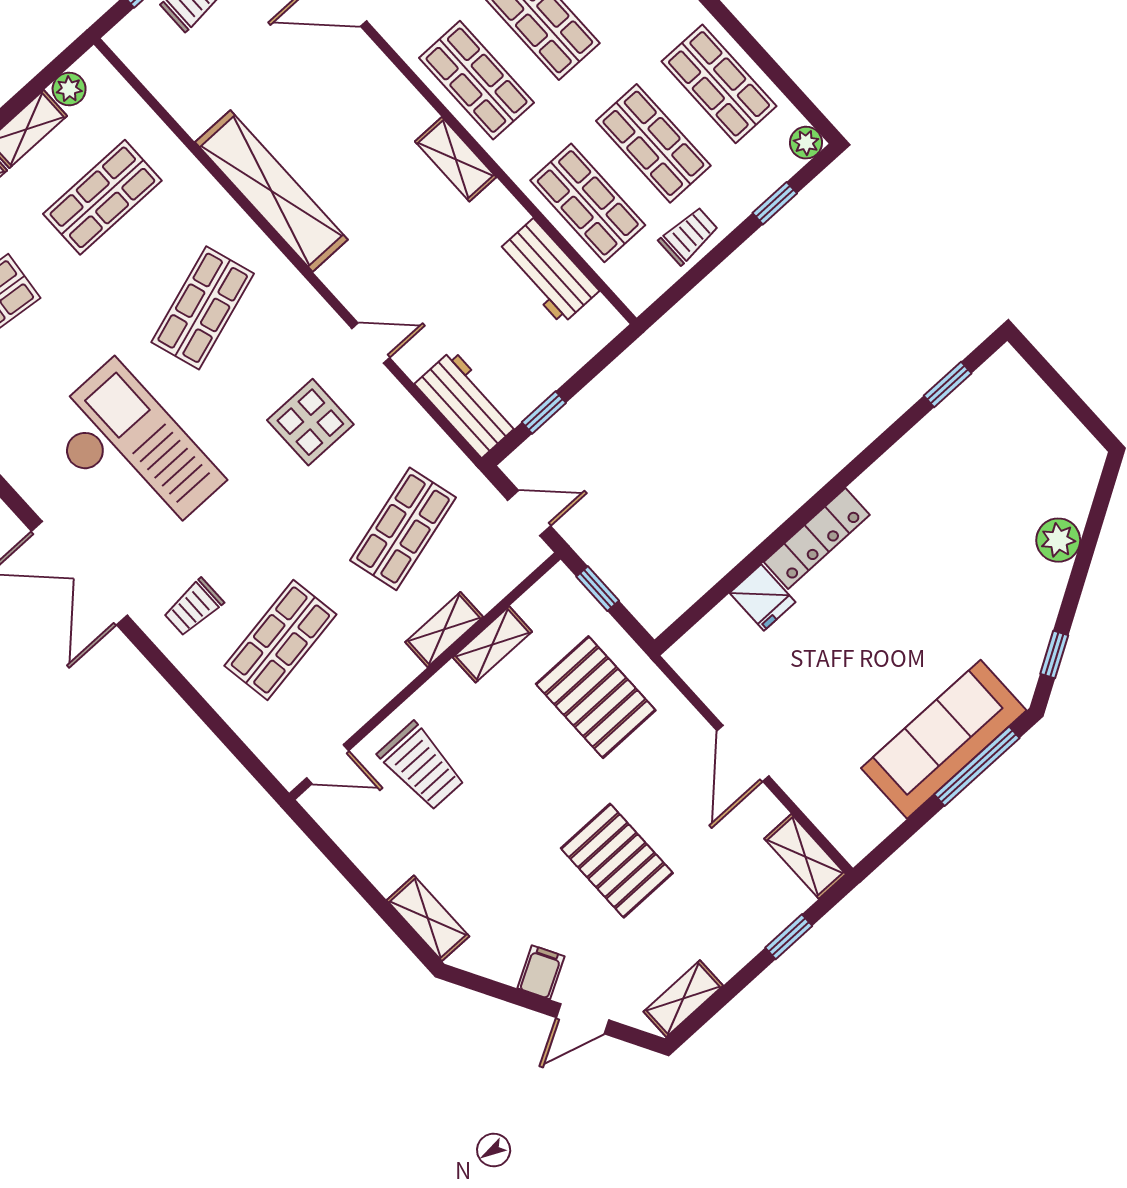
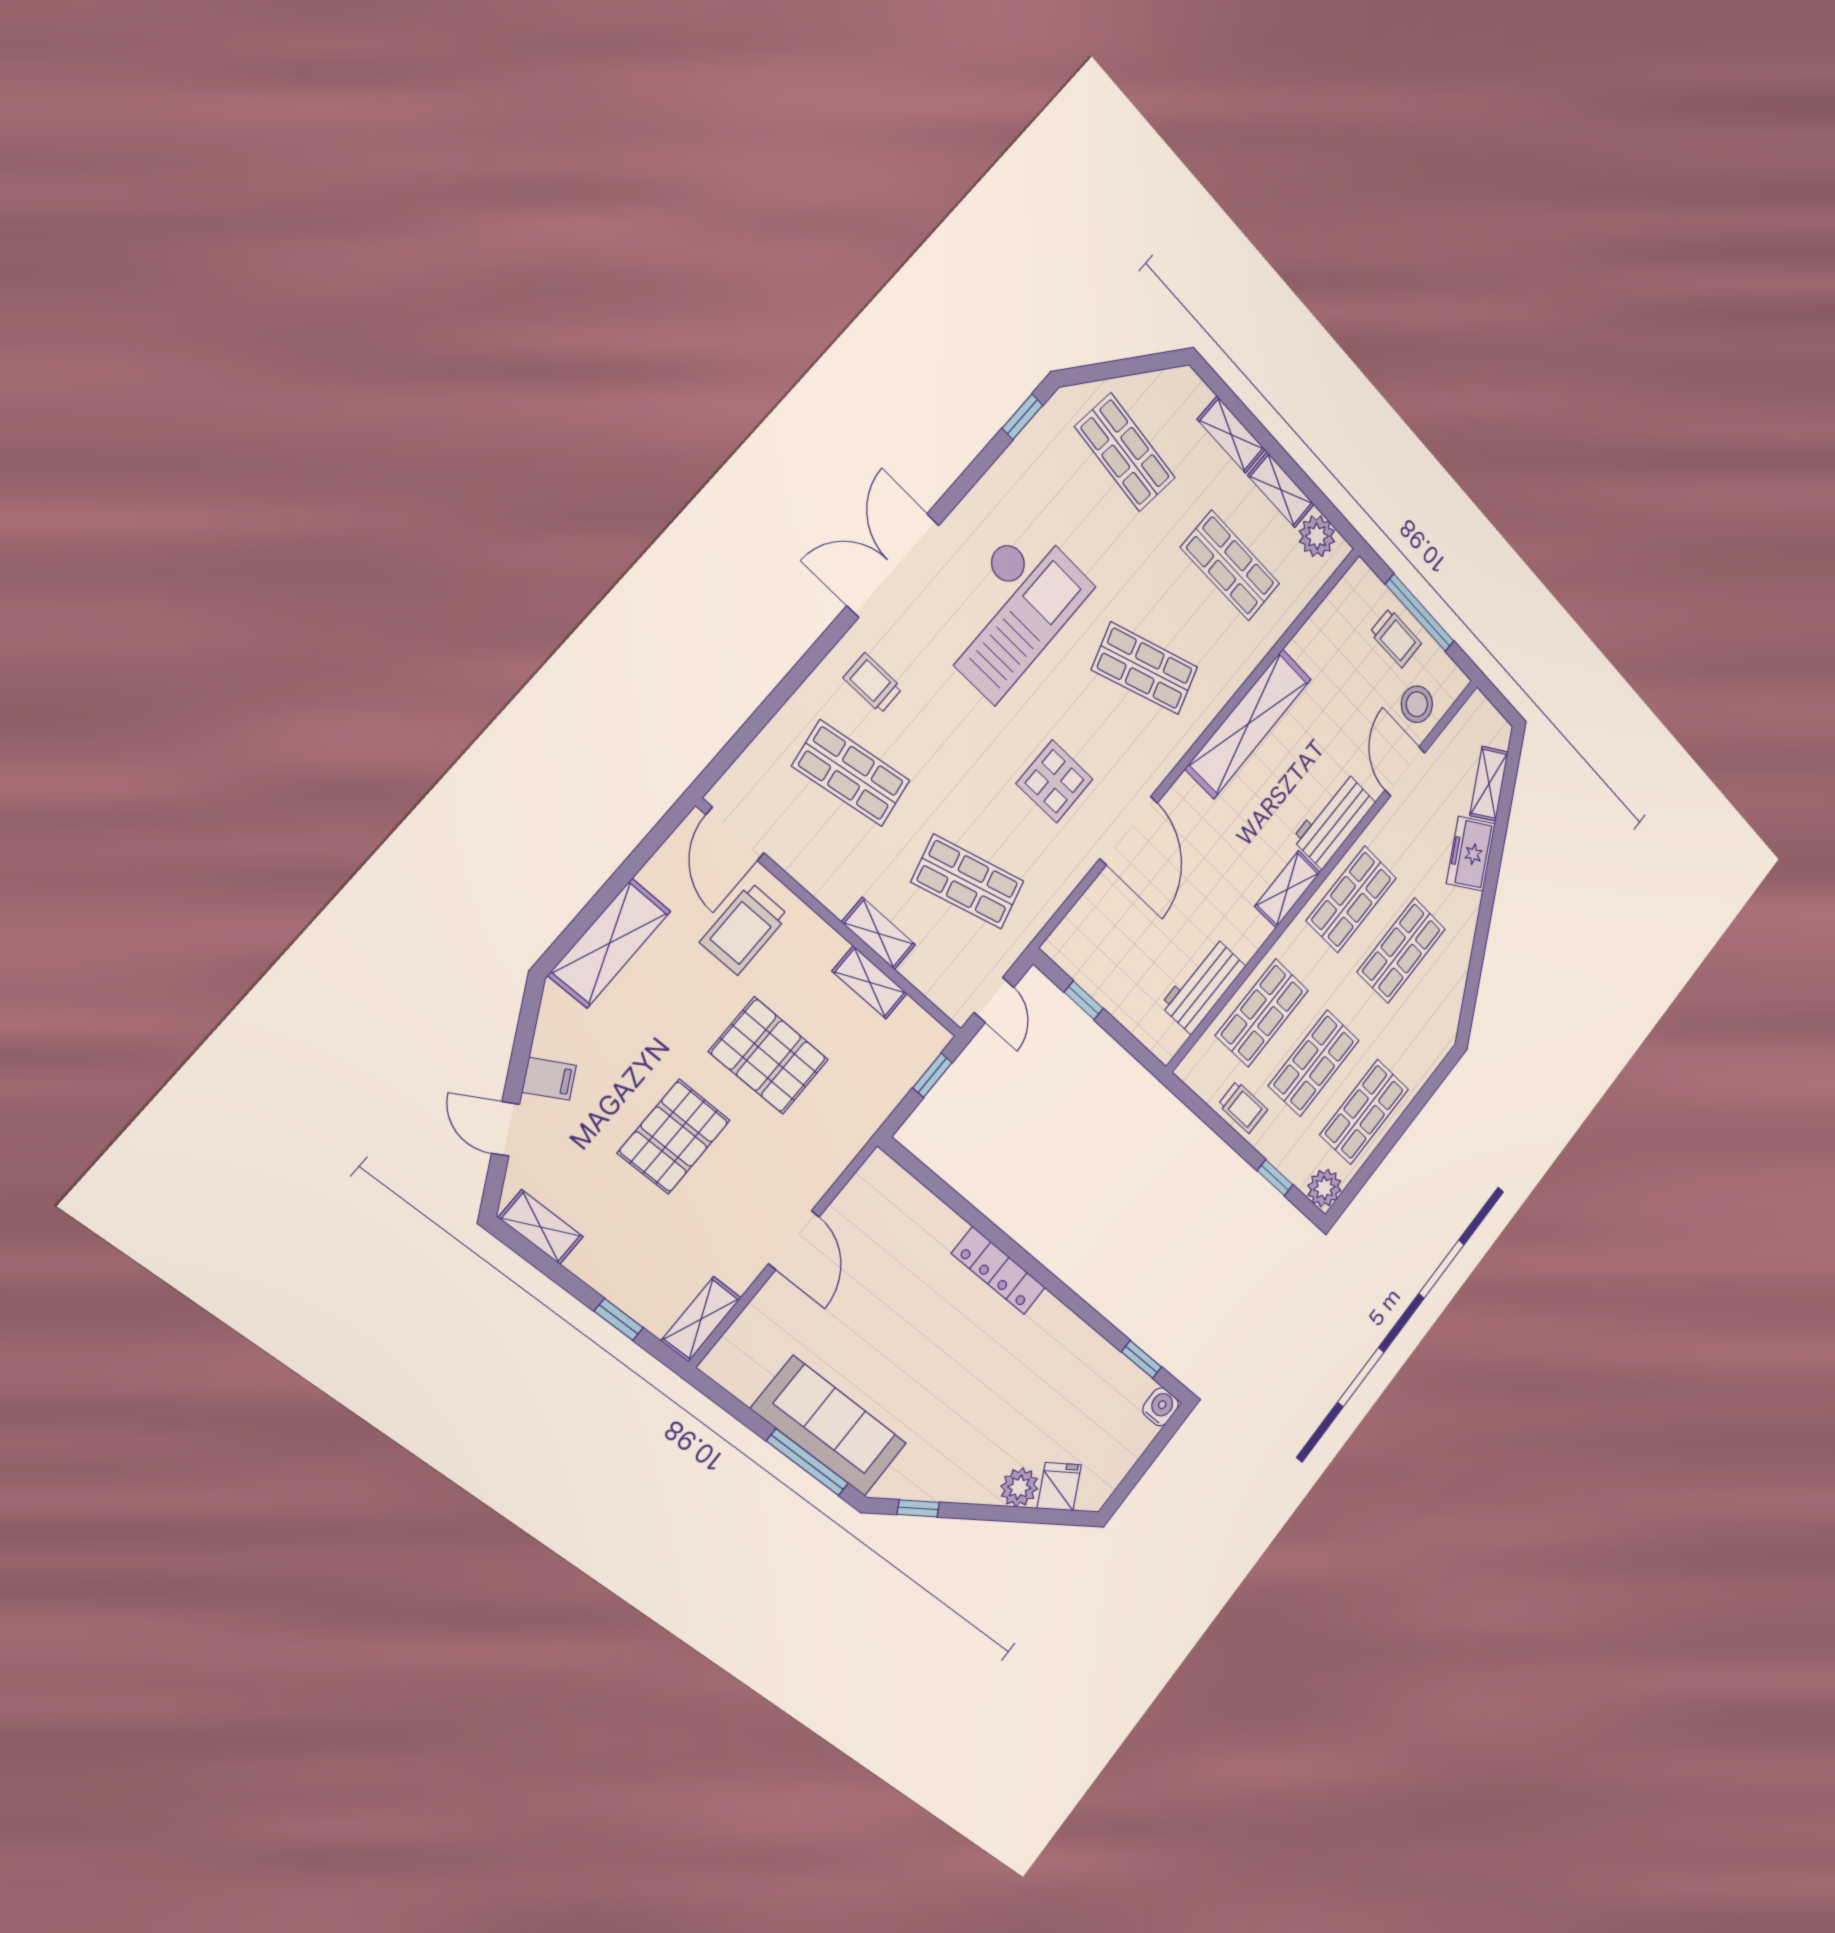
plant: (69, 89) -> (1317, 536), width x1.38, depth x1.38
plant: (806, 143) -> (1324, 1188), width x1.38, depth x1.38
door: (371, 343) -> (1129, 831), width x1.88
water cooler: (1006, 367) -> (1161, 1407), added
workbench: (467, 404) -> (1334, 821), moved, turned 180
fridge: (763, 597) -> (1059, 1487), moved, turned 149
pallet: (596, 697) -> (769, 1056), moved, turned 90
door: (743, 753) -> (794, 1240), swing flipped
door: (328, 764) -> (735, 834), width x1.38
shelving: (428, 918) -> (610, 943), width x1.50, depth x1.33

